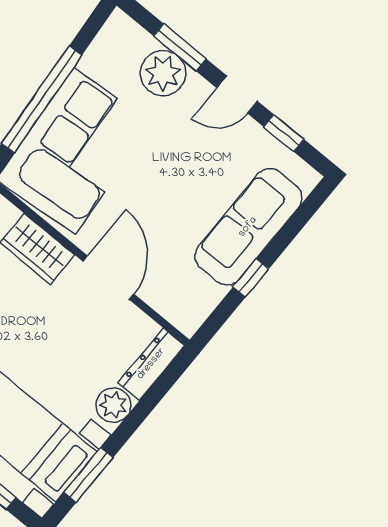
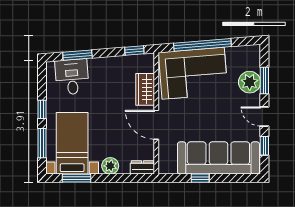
sofa: (248, 227) -> (218, 158), width x1.36, depth x1.27
door: (108, 278) -> (156, 125), swing flipped
dresser: (151, 364) -> (142, 167), width x0.70

